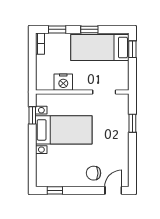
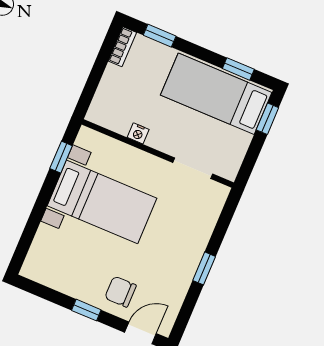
window: (89, 29) -> (238, 69), moved
nightstand: (63, 82) -> (138, 133), width x0.53, depth x0.56
window: (132, 123) -> (204, 268), moved
window: (55, 190) -> (86, 310), moved

